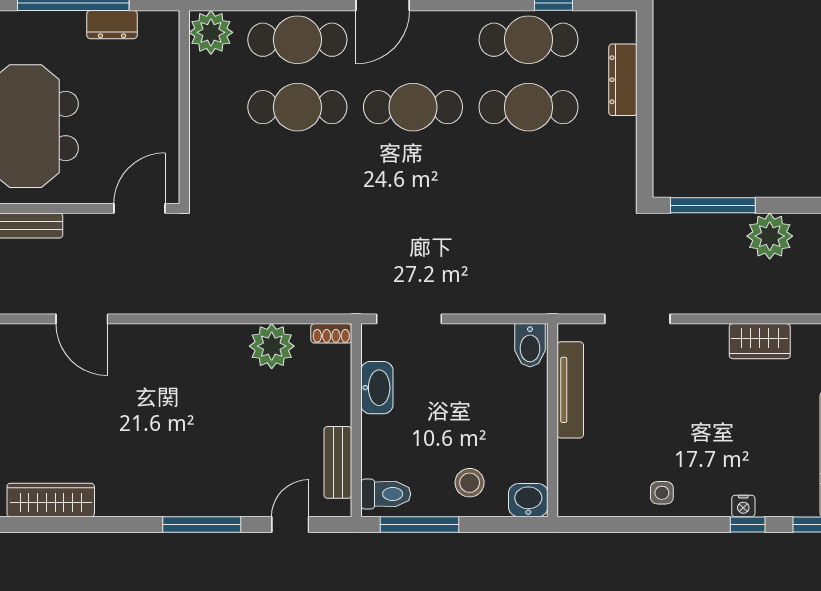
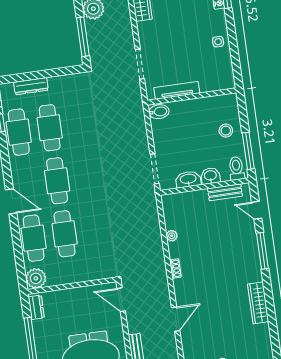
dresser: (112, 25) -> (36, 307), moved
shoe rack: (331, 333) -> (175, 269), moved
plant: (272, 346) -> (172, 236), width x0.53, depth x0.53
wardrobe: (51, 500) -> (258, 303), moved
washbasin: (528, 500) -> (210, 176), moved, turned 90

